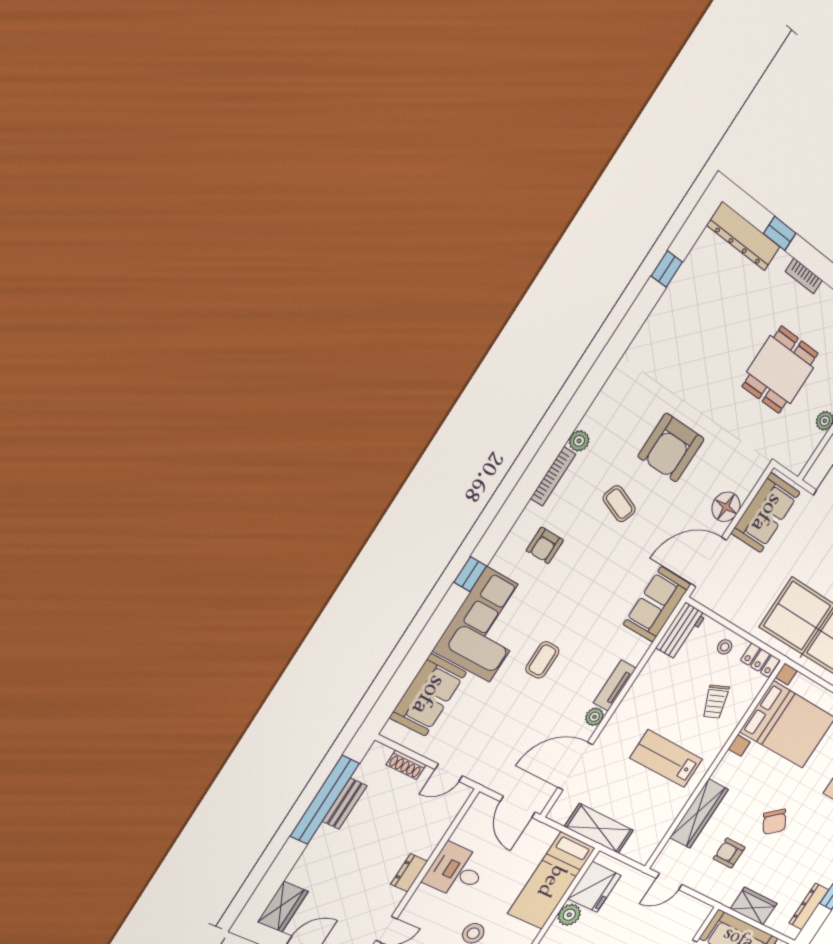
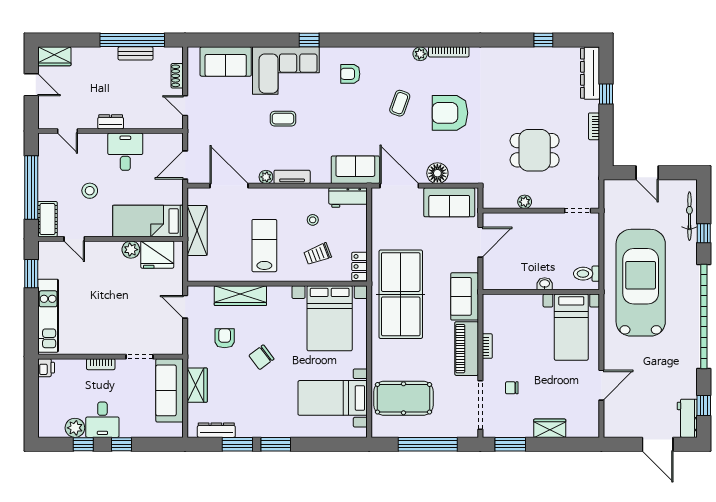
bookcase: (553, 476) -> (449, 52), moved
stool: (725, 647) -> (313, 220), moved

